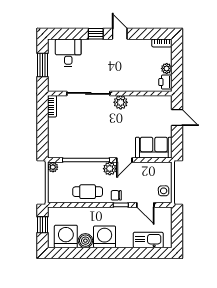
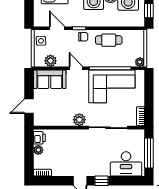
desk: (68, 53) -> (126, 164), width x1.37
window: (43, 65) -> (149, 153), width x1.44
door: (177, 118) -> (29, 106), hinge flipped
corner sofa: (84, 140) -> (112, 86), added
door: (124, 160) -> (76, 68), hinge flipped
plant: (110, 169) -> (50, 61), moved

